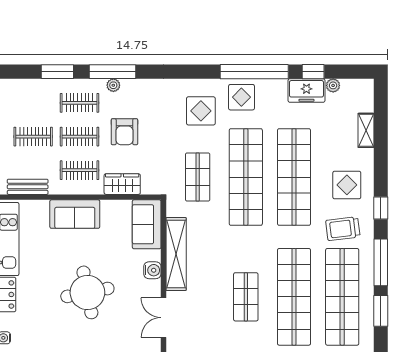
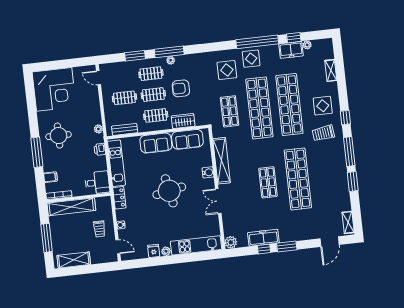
armchair: (124, 132) -> (181, 88), turned 90
sofa: (147, 224) -> (187, 139), moved, turned -90
shop shelf: (342, 297) -> (328, 176), removed

